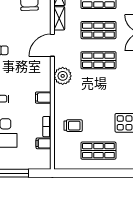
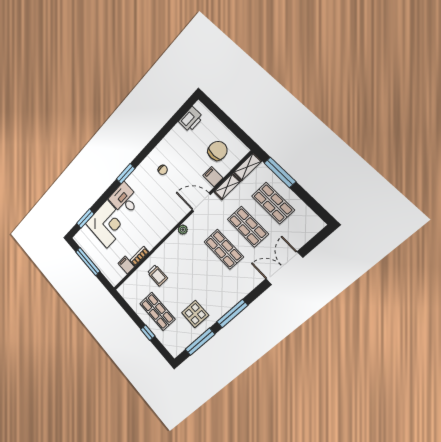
plant: (63, 76) -> (183, 230), width x0.53, depth x0.53
filing cabinet: (43, 98) -> (213, 177), moved
window: (107, 173) -> (148, 333), added

